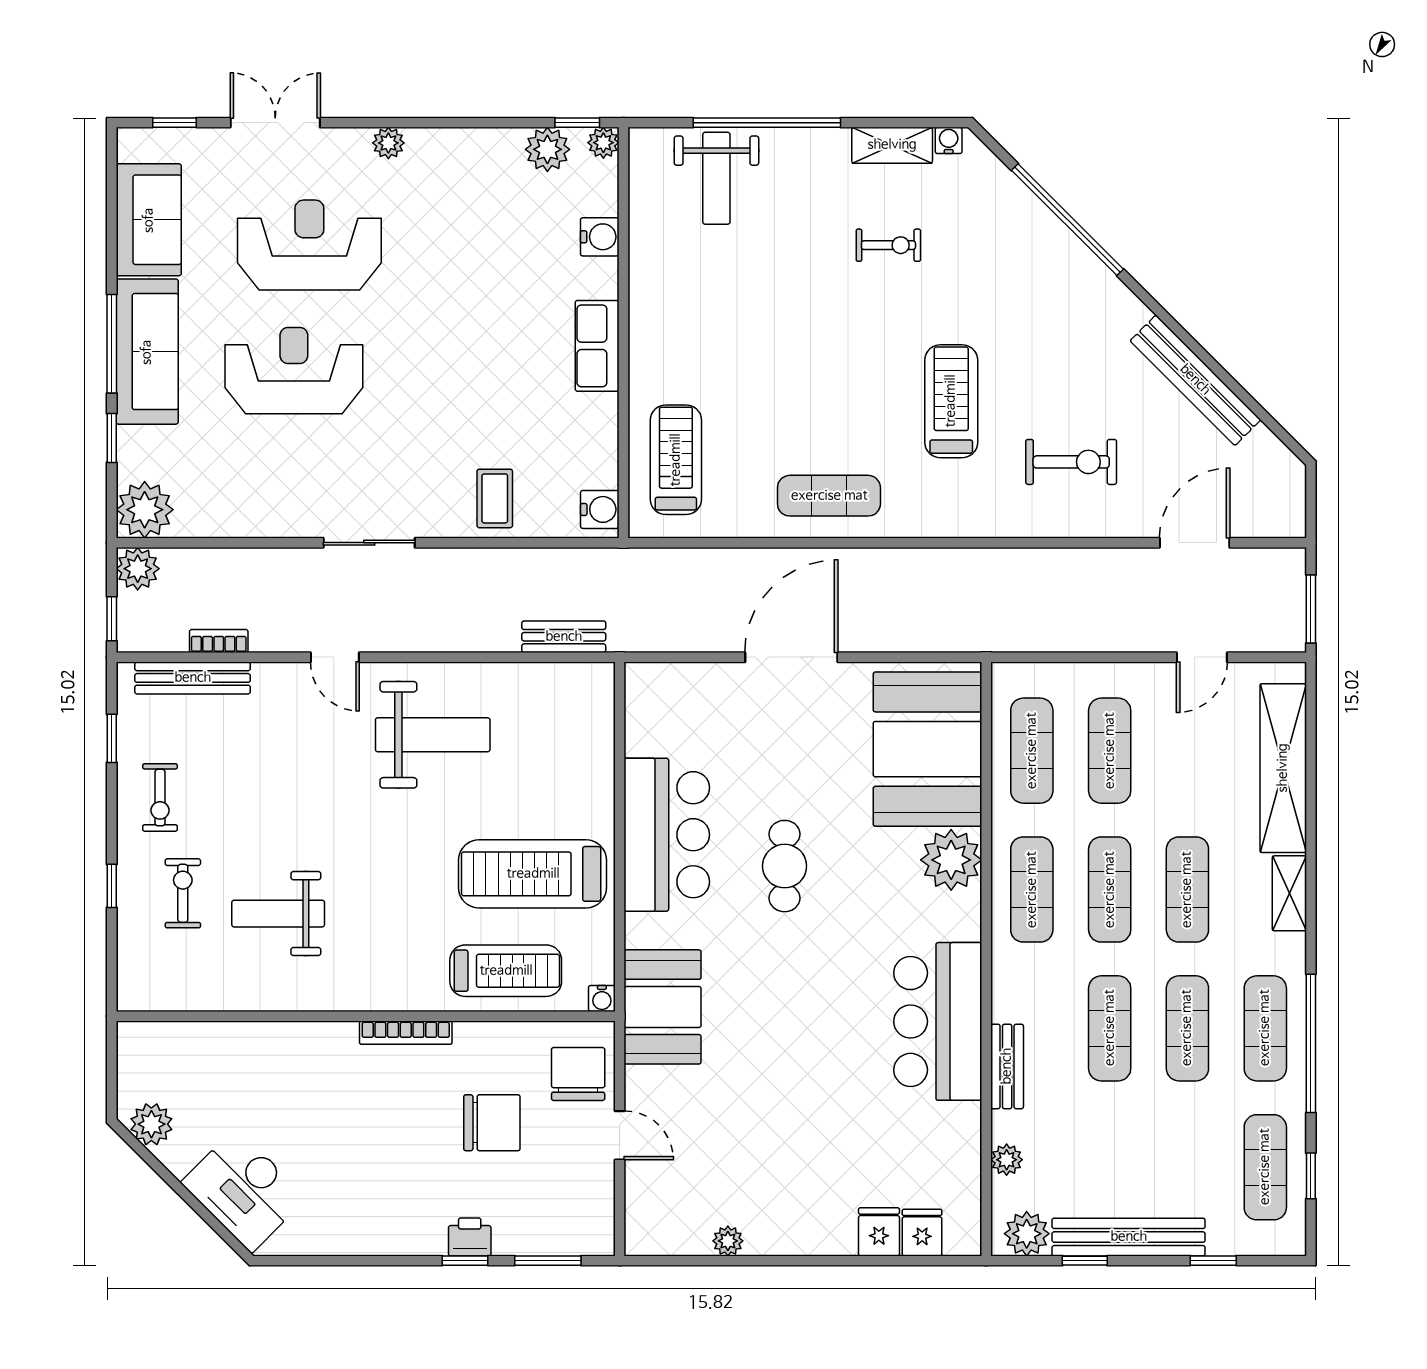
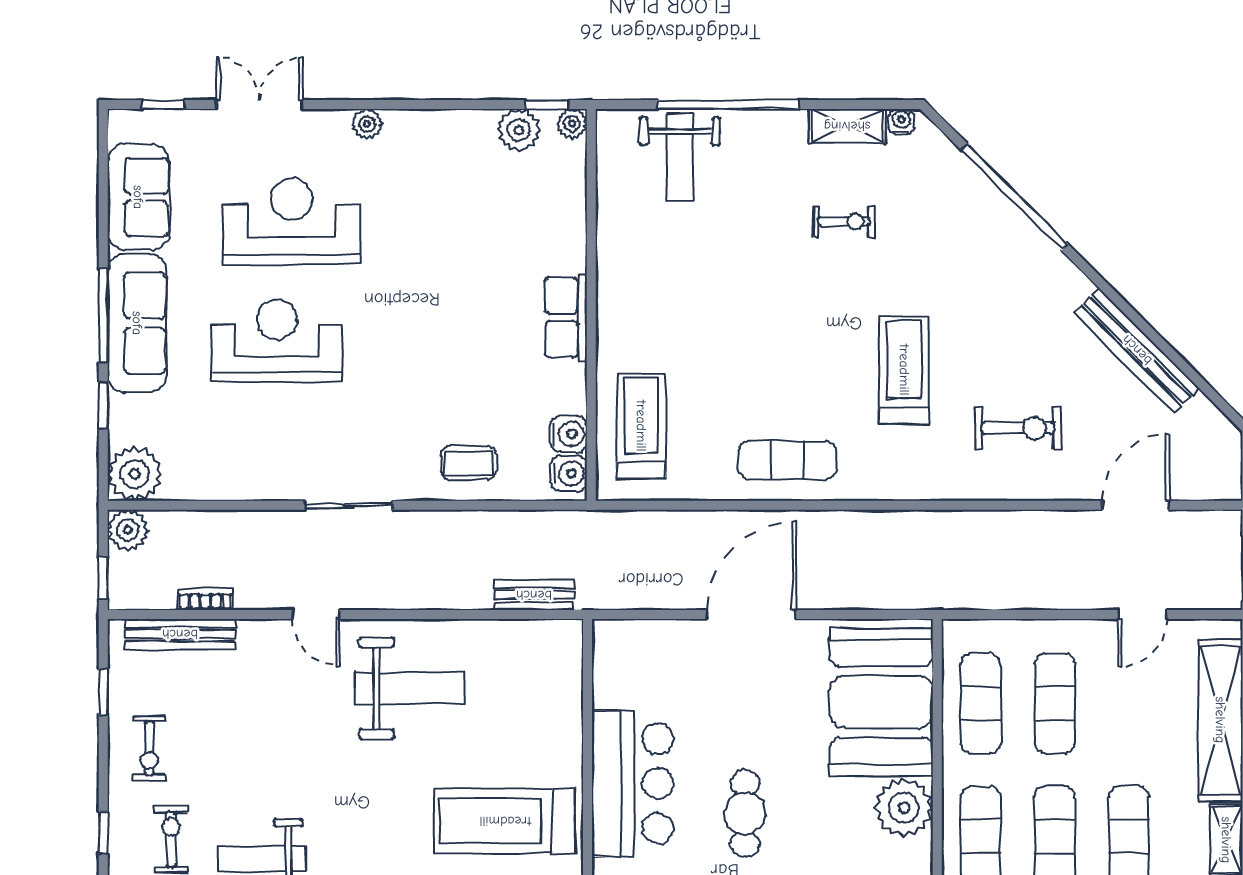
water cooler: (600, 237) -> (569, 434), moved
coffee table: (495, 498) -> (468, 463), turned 90

